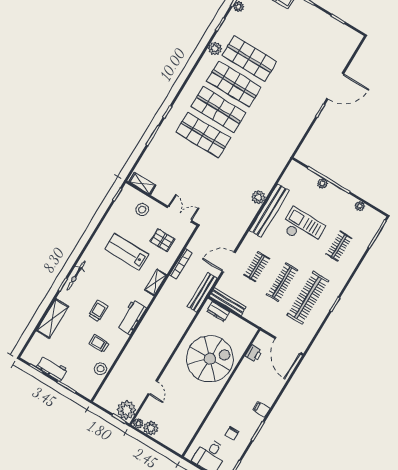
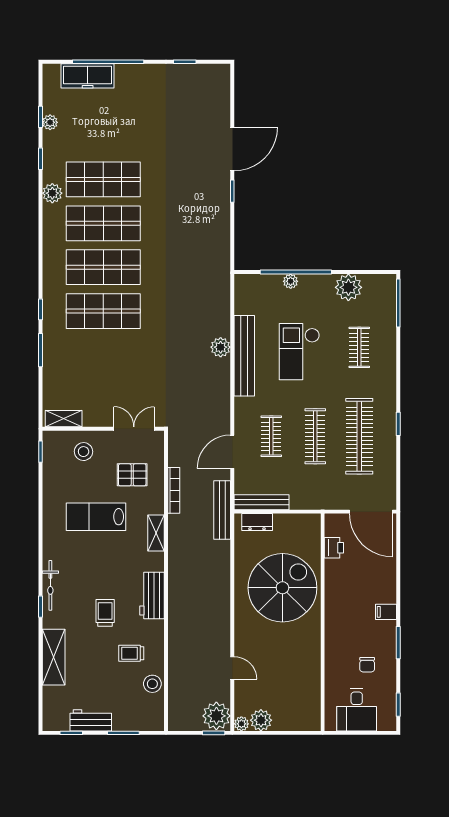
plant: (360, 206) -> (348, 287), width x1.88, depth x1.88
checkout: (303, 228) -> (299, 352), turned -90

